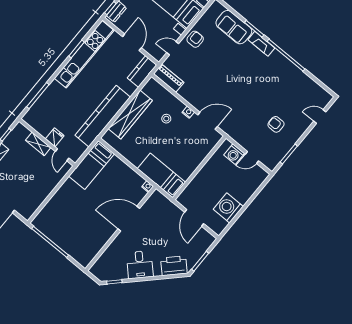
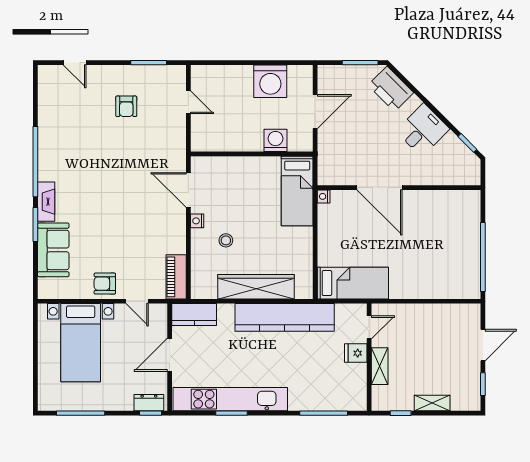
washing machine: (234, 154) -> (275, 140), moved, turned -90

